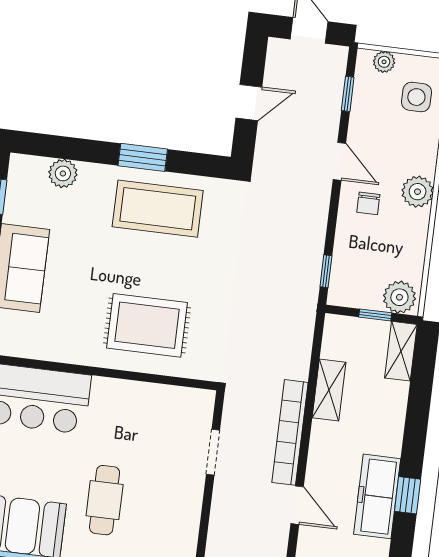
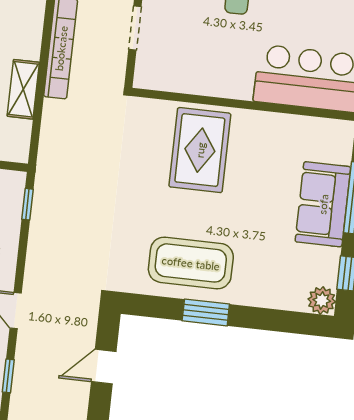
plant: (63, 173) -> (322, 300), moved
rug: (147, 325) -> (200, 150), turned 90

